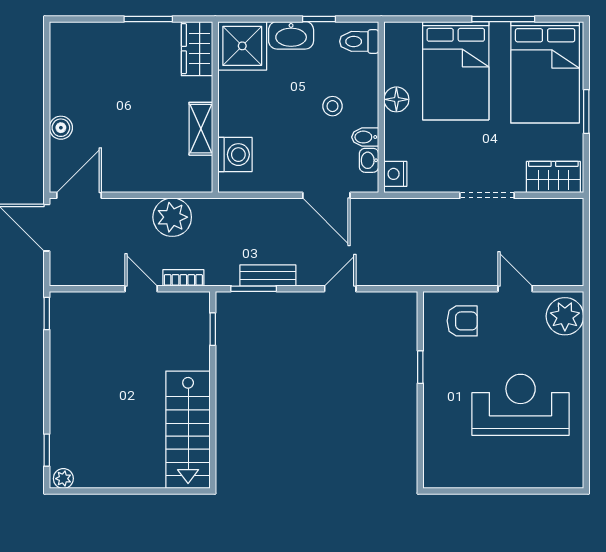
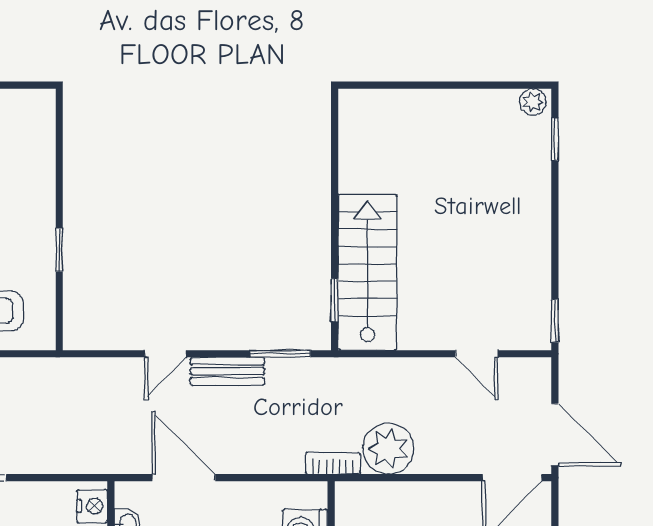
bench: (268, 275) -> (227, 371), moved
bookcase: (183, 278) -> (333, 463), moved, turned 180
door: (141, 289) -> (477, 354), moved
stairs: (188, 430) -> (367, 272), moved

